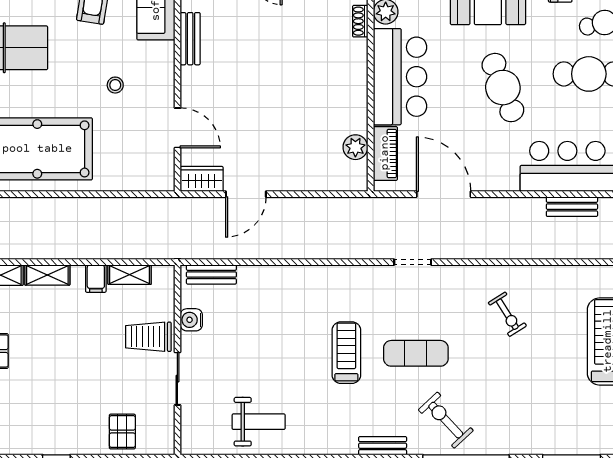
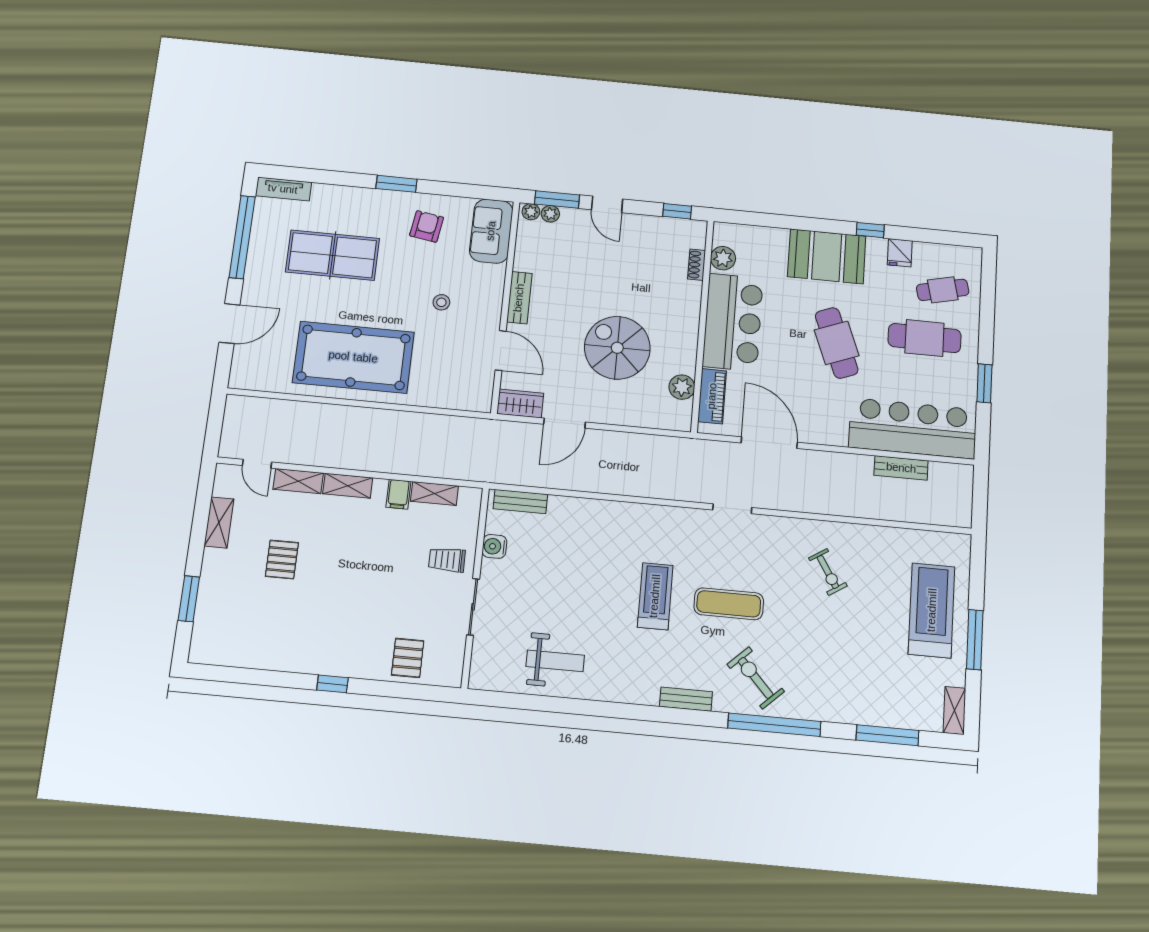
bench: (190, 39) -> (519, 298), moved
spiral stairs: (290, 114) -> (617, 348), added
trolley: (148, 337) -> (447, 560), width x0.73, depth x0.72

